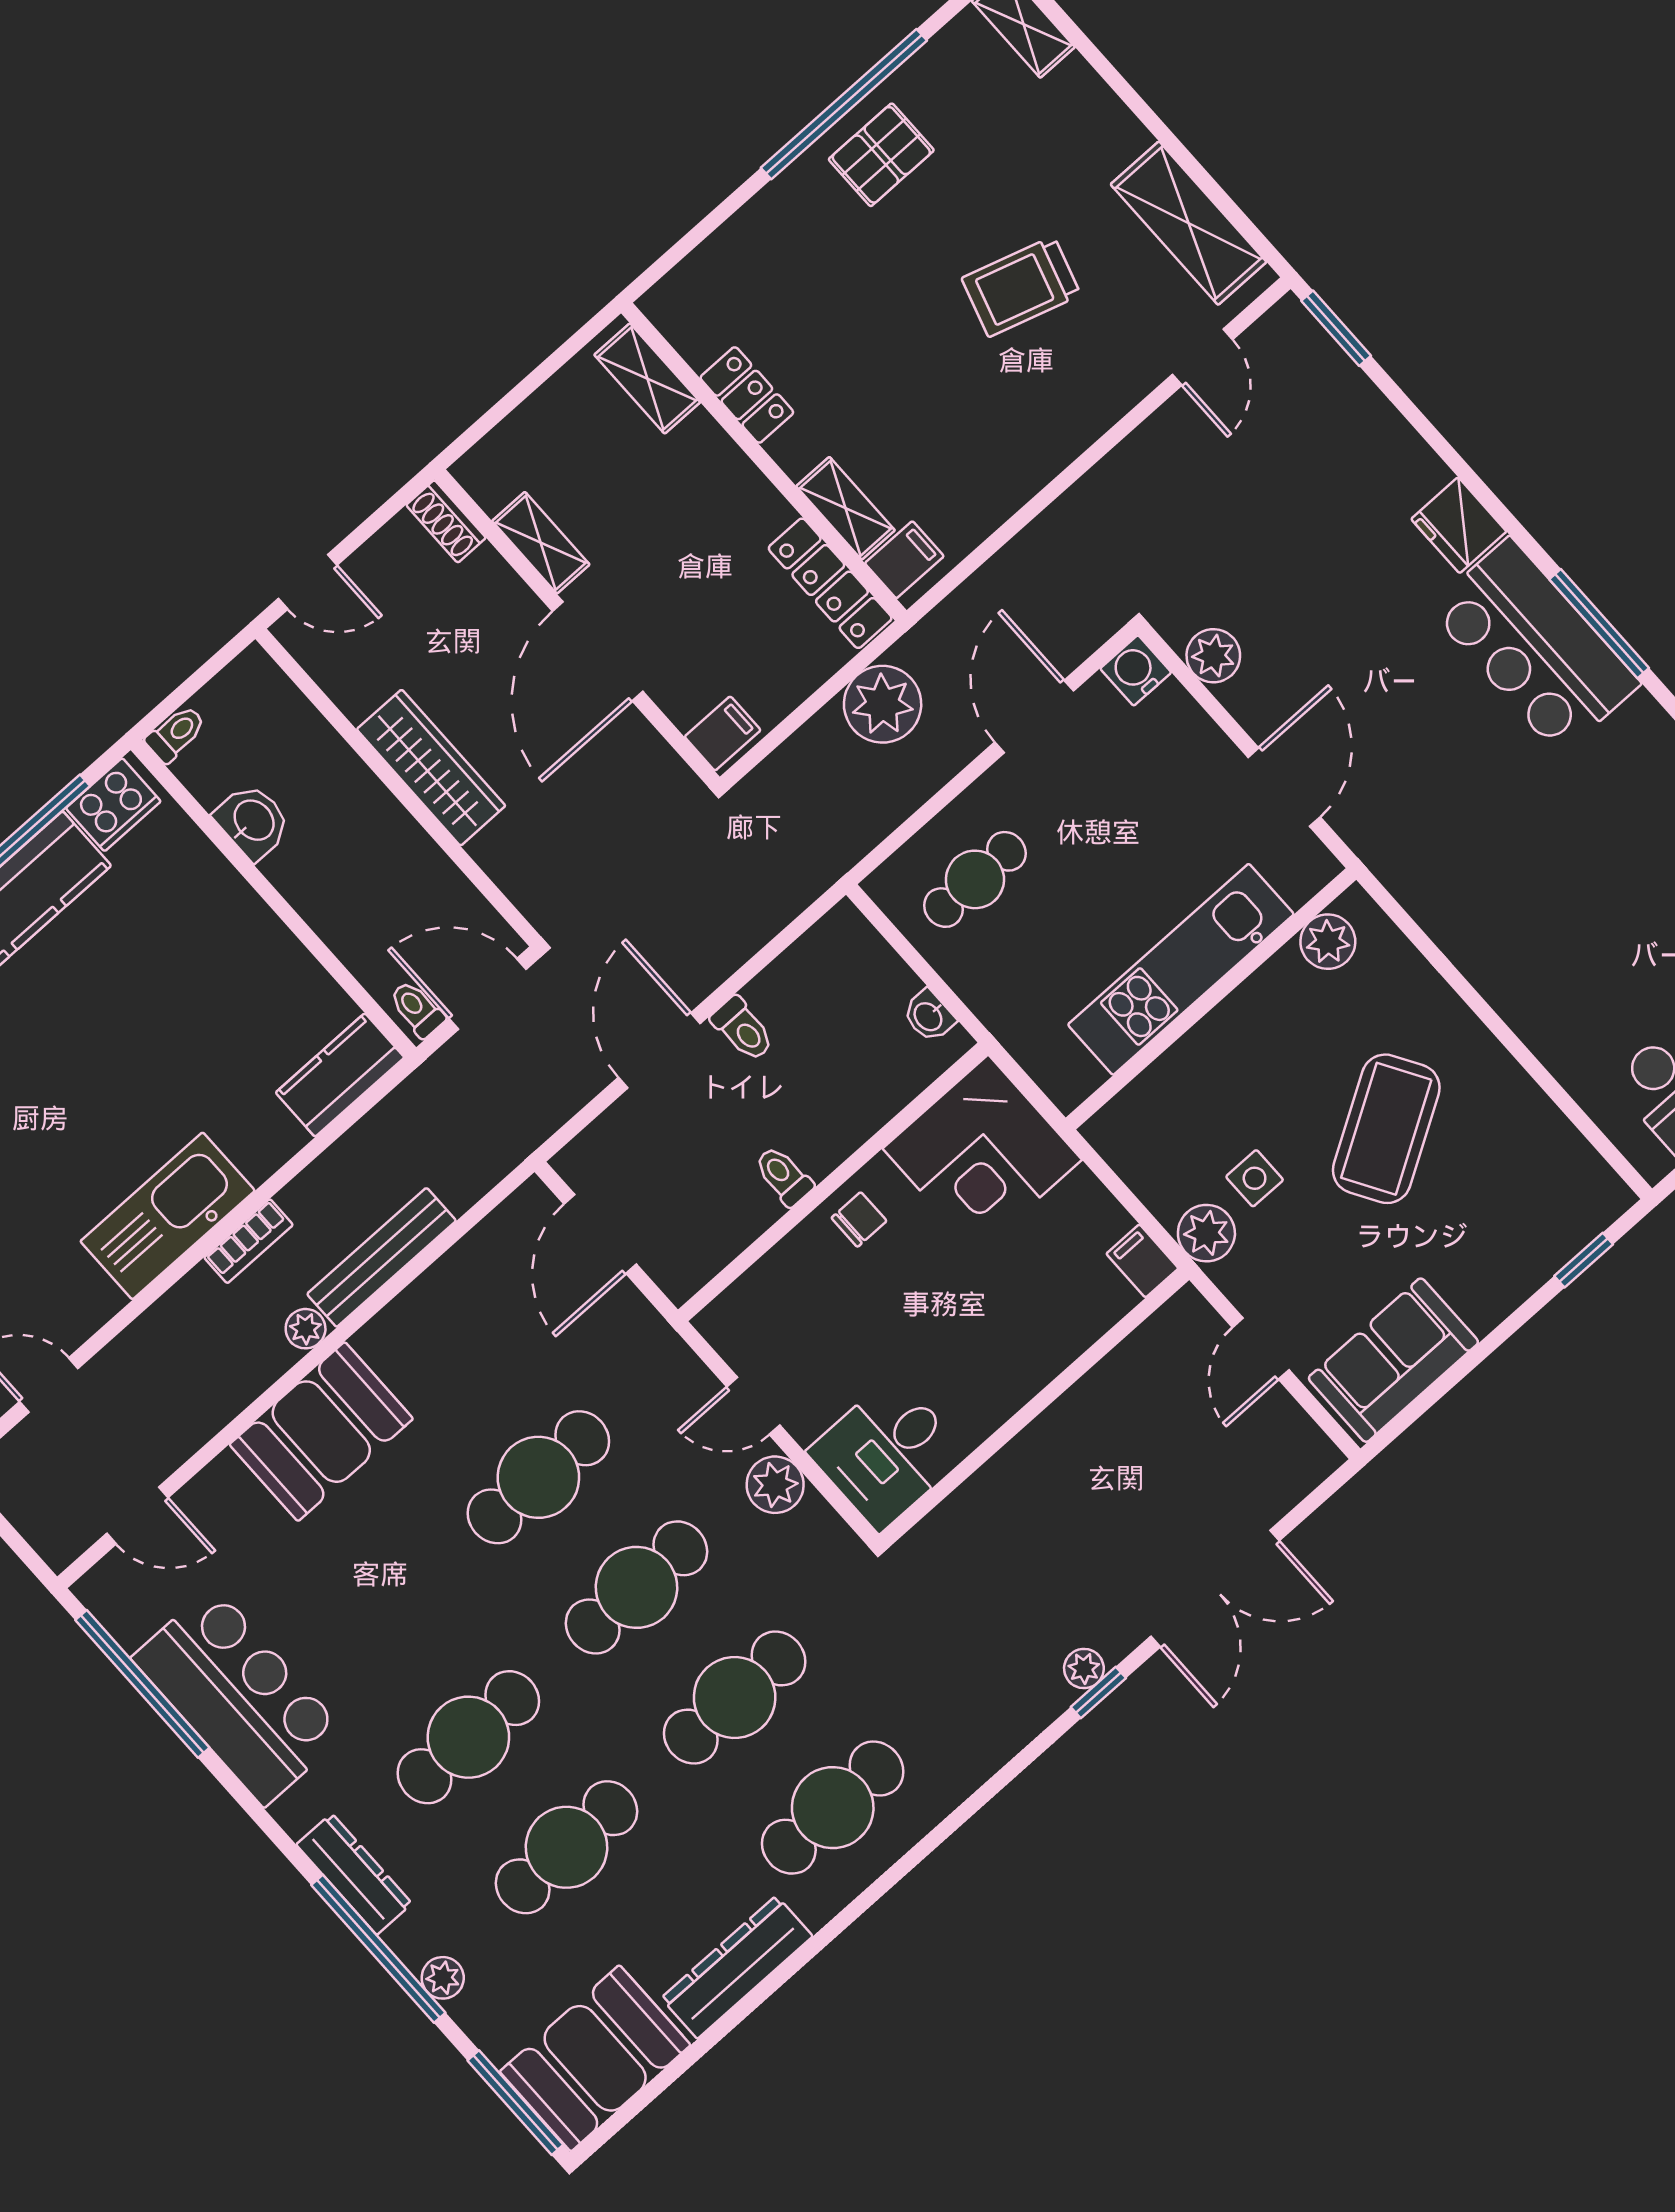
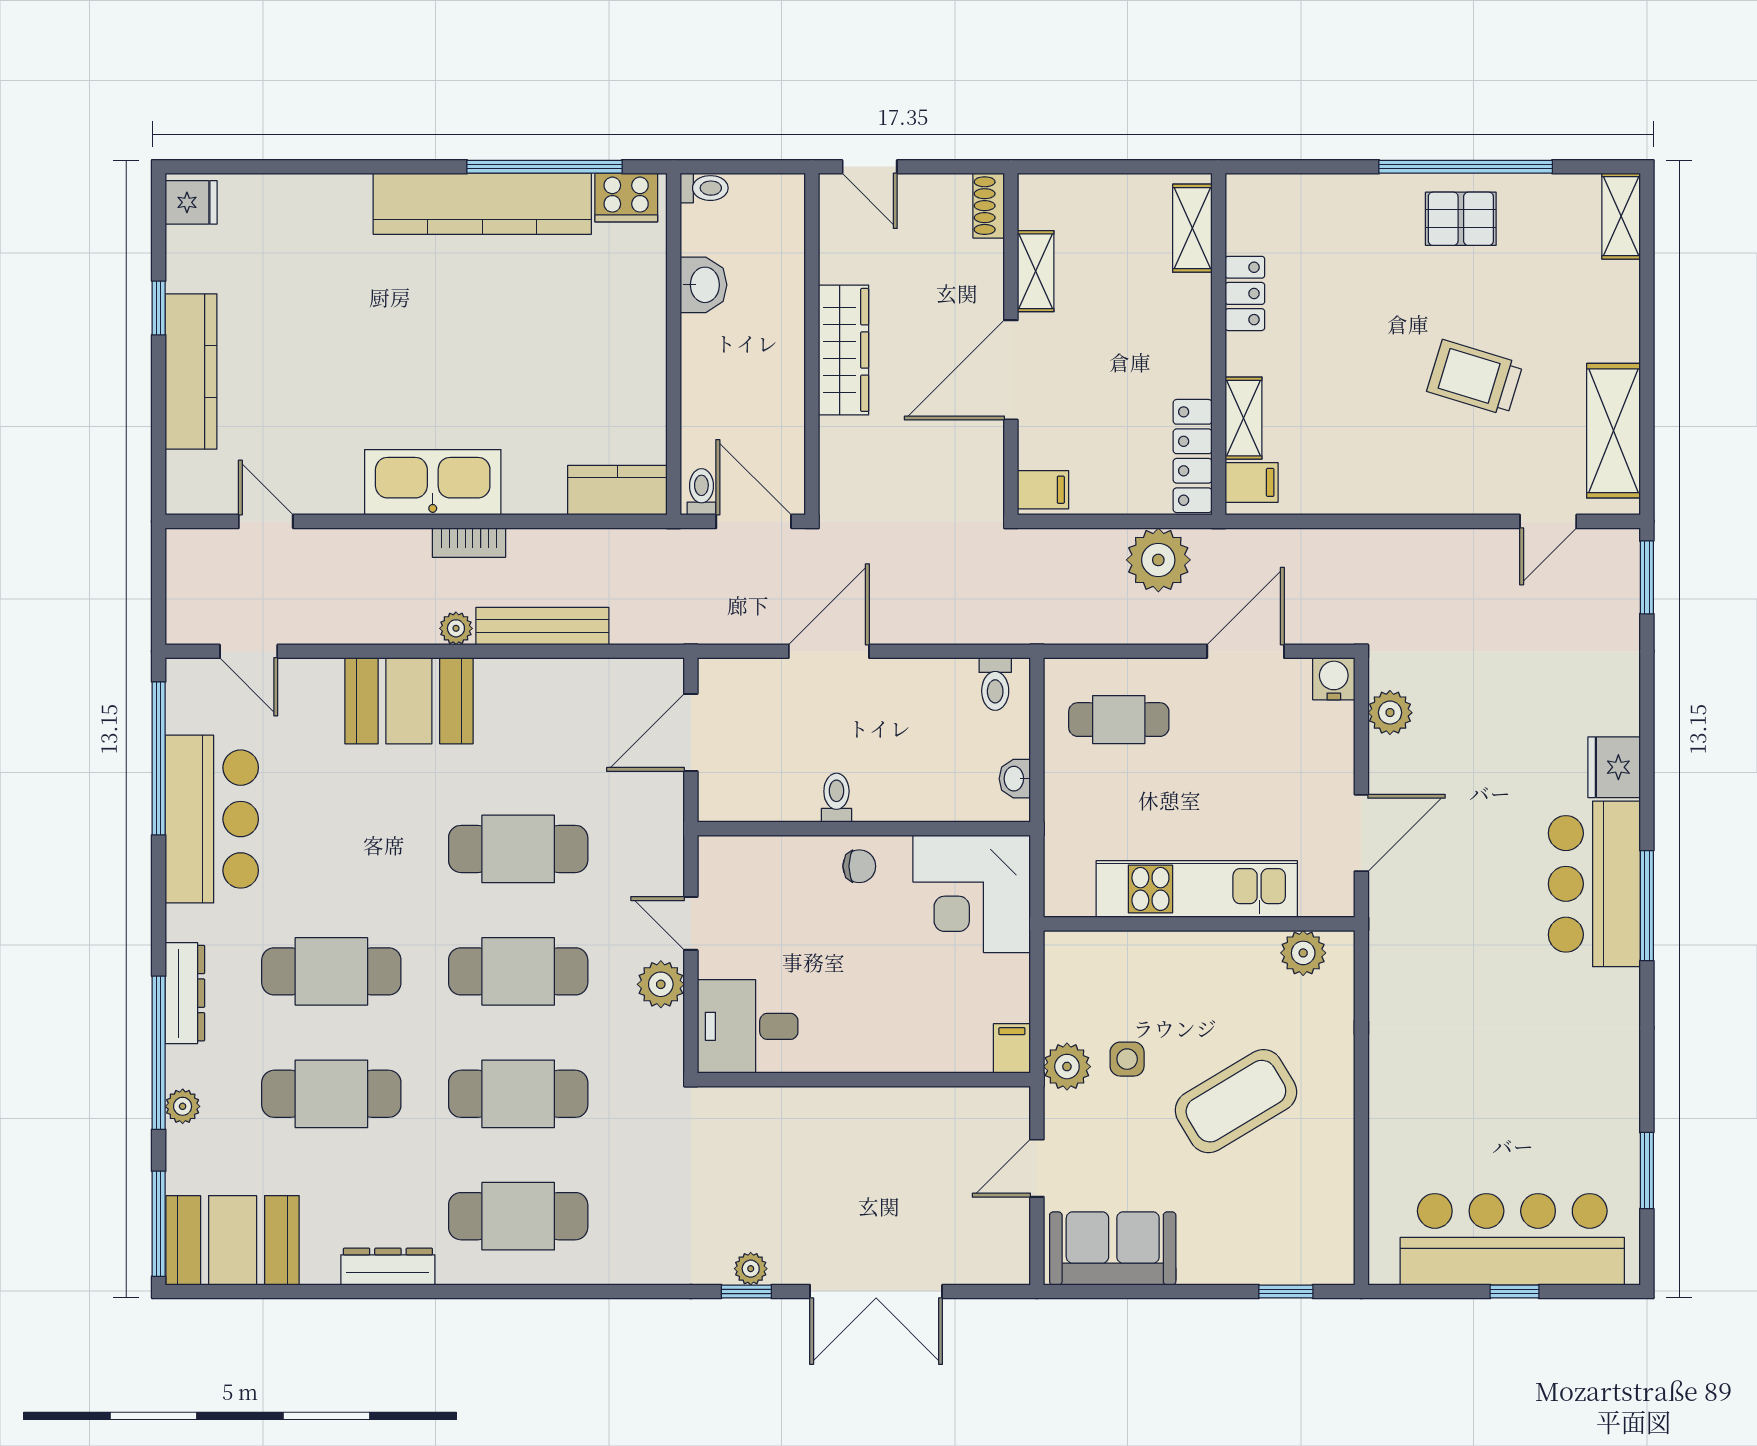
toilet: (743, 1029) -> (995, 684), moved
dresser: (737, 1967) -> (388, 1267), width x0.73, depth x0.80

